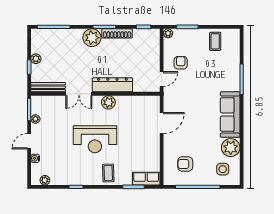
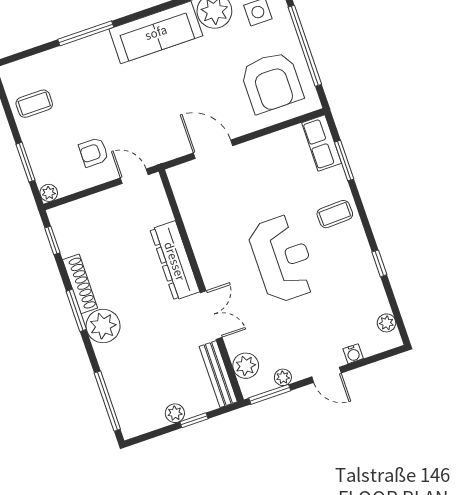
plant: (108, 102) -> (246, 366), moved
armchair: (185, 164) -> (272, 82), width x1.88, depth x1.88

